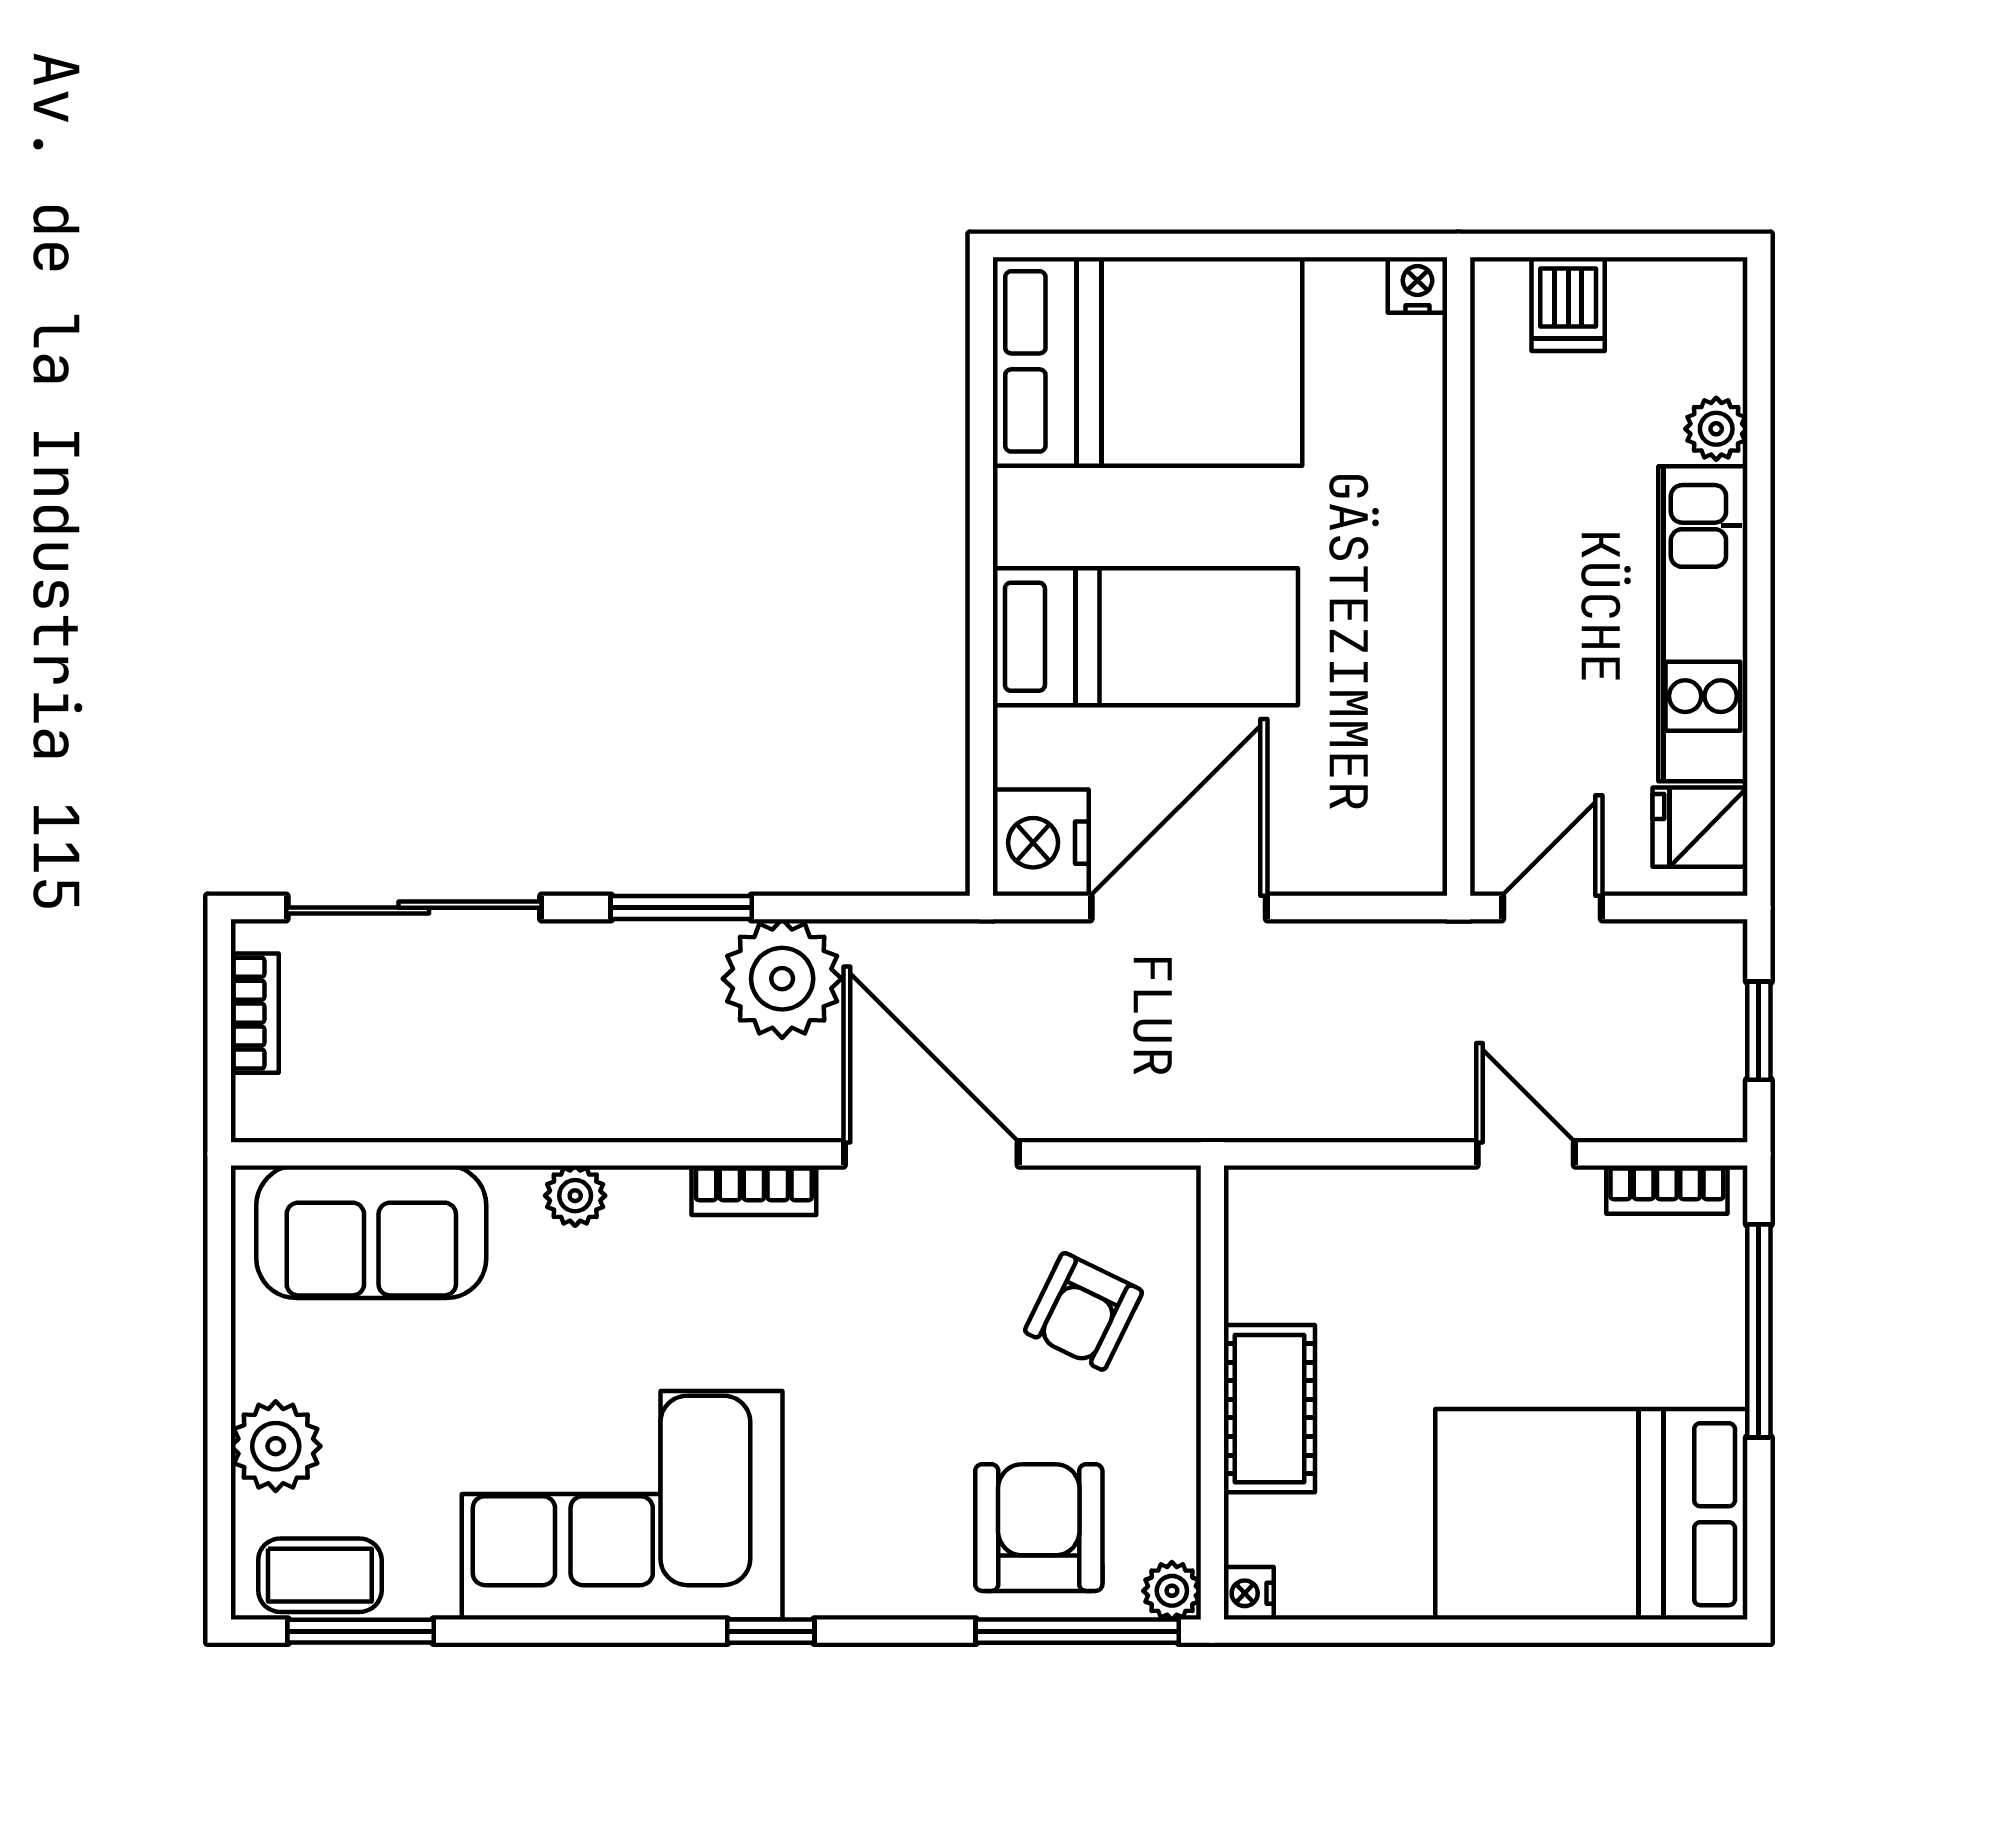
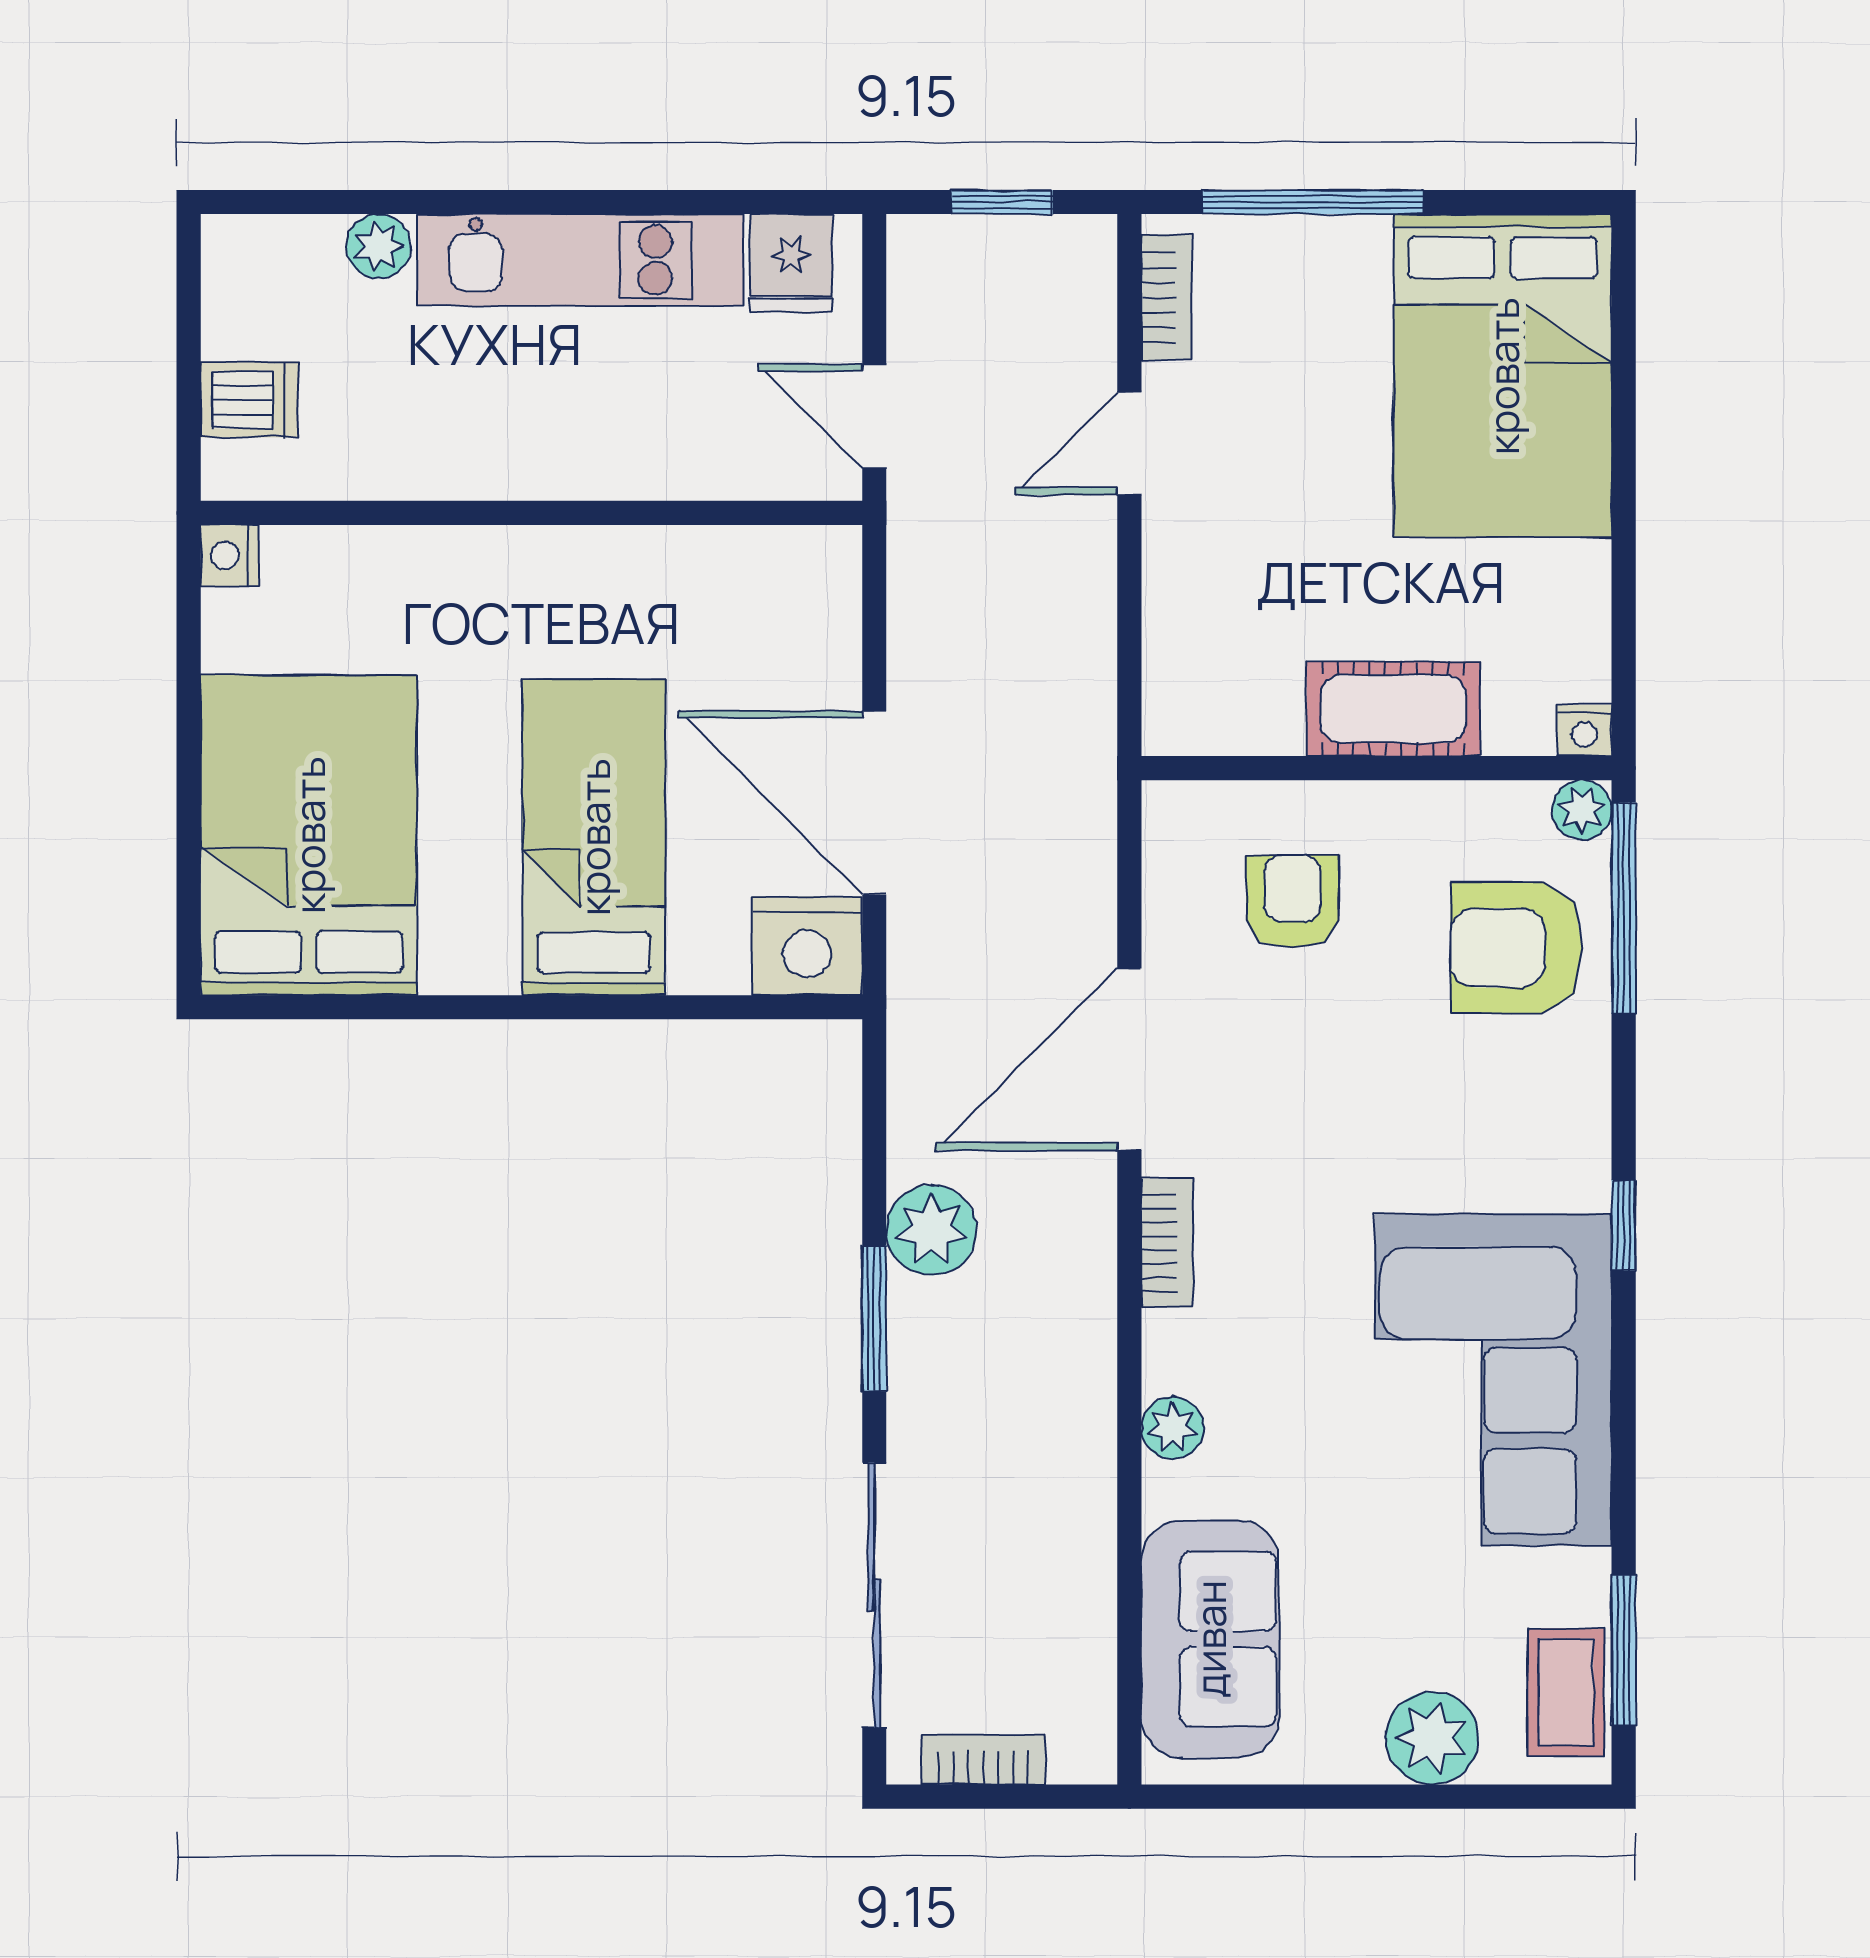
plant: (782, 979) -> (931, 1230), width x0.73, depth x0.73
armchair: (1083, 1311) -> (1293, 901), turned -116

